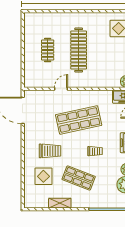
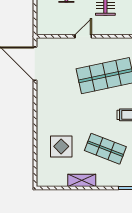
trolley: (50, 151) -> (69, 115), removed

